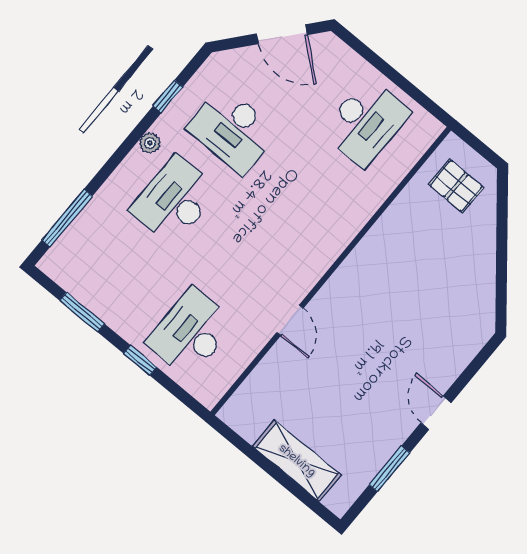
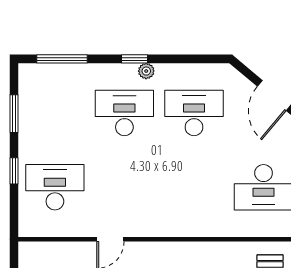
window: (168, 96) -> (135, 59), moved
desk: (232, 130) -> (194, 113), turned 90

